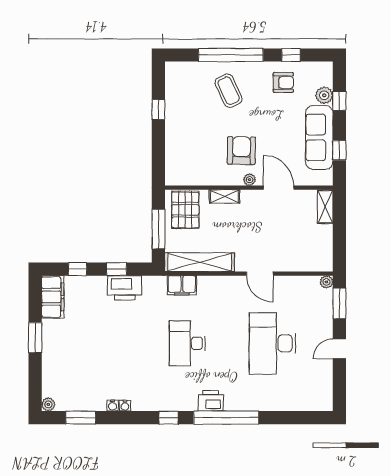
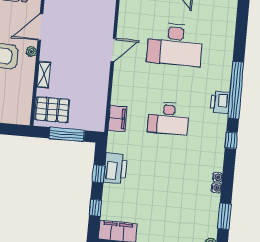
shelving: (200, 262) -> (99, 101), removed

